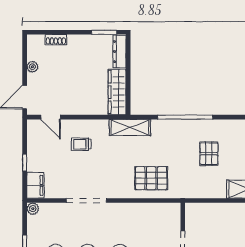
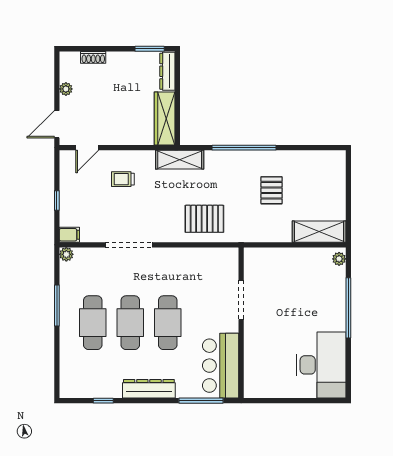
door: (51, 117) -> (87, 148), hinge flipped
filing cabinet: (35, 185) -> (69, 235), width x0.50

